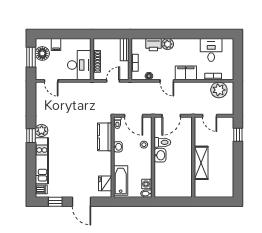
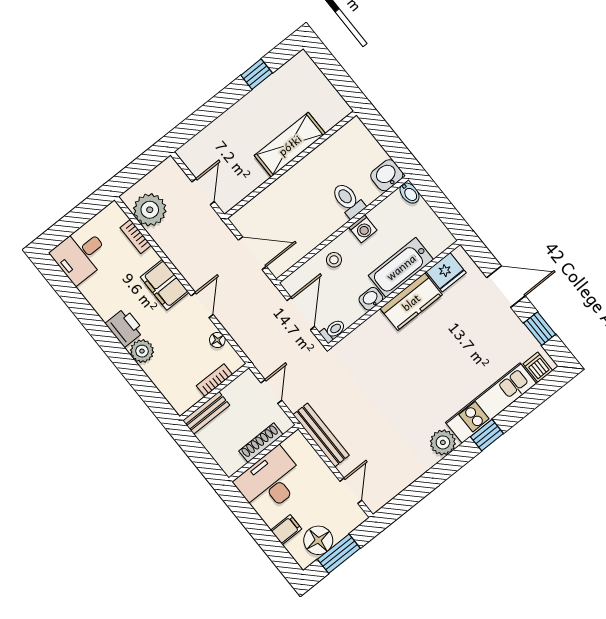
printer: (153, 45) -> (125, 327), moved
desk: (211, 50) -> (80, 255), moved
desk: (79, 65) -> (270, 481), moved
door: (113, 81) -> (271, 392), swing flipped
bench: (81, 87) -> (321, 435), added
window: (238, 135) -> (257, 74), moved
window: (31, 136) -> (487, 435), moved
kitchen counter: (105, 137) -> (411, 302), moved
toilet: (162, 142) -> (348, 200), moved
washbasin: (160, 155) -> (387, 175), moved
bathtub: (121, 181) -> (401, 267), moved
washing machine: (147, 184) -> (363, 229), moved
door: (81, 202) -> (506, 287), hinge flipped

